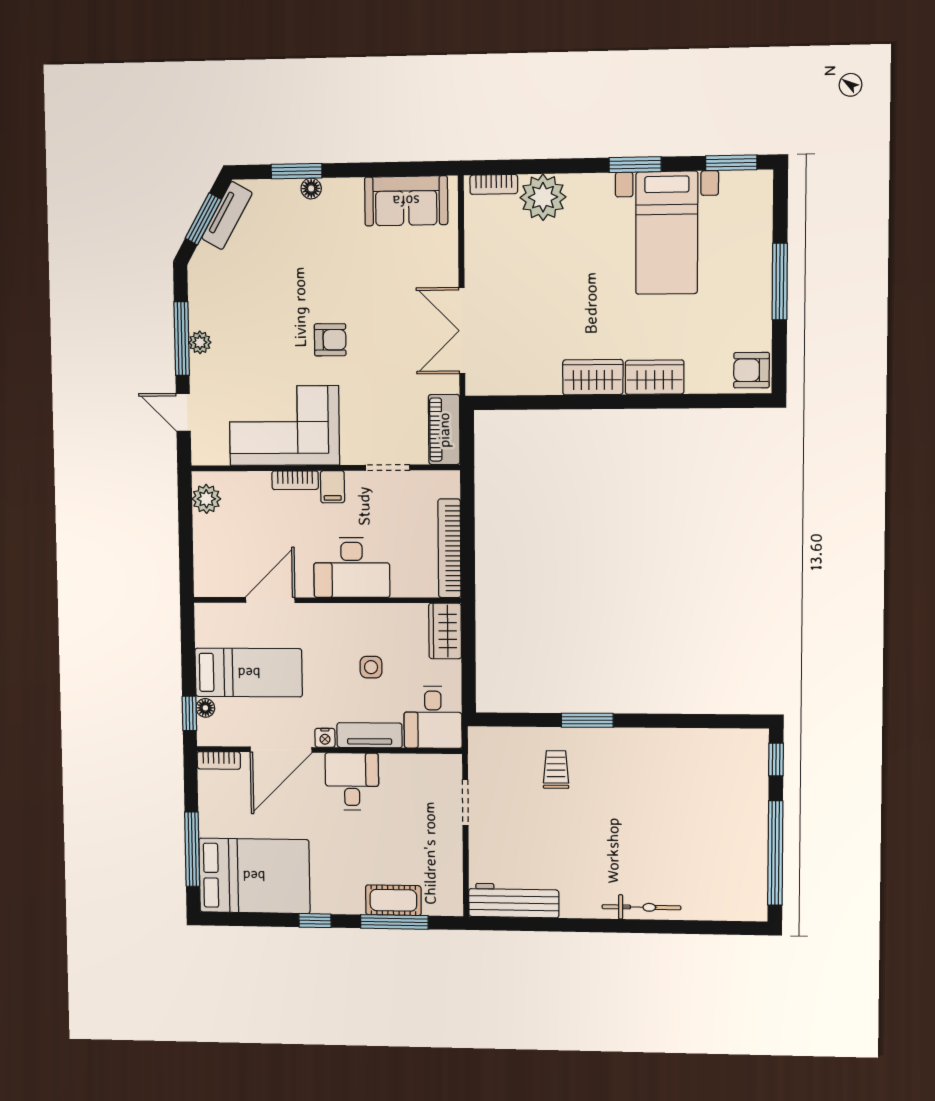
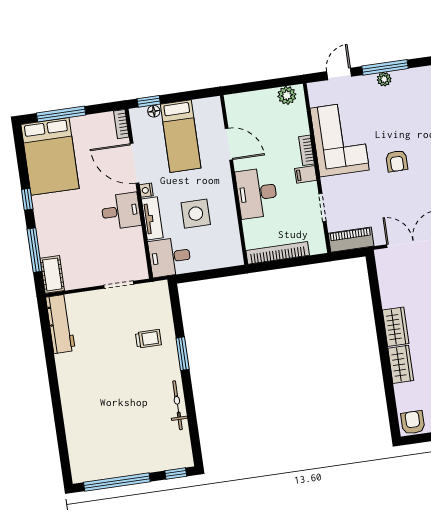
wardrobe: (445, 631) -> (225, 257), removed
side table: (371, 667) -> (196, 214), width x1.87, depth x1.87
cot: (393, 900) -> (52, 274), moved
bicycle: (641, 907) -> (178, 405), moved, turned 180

